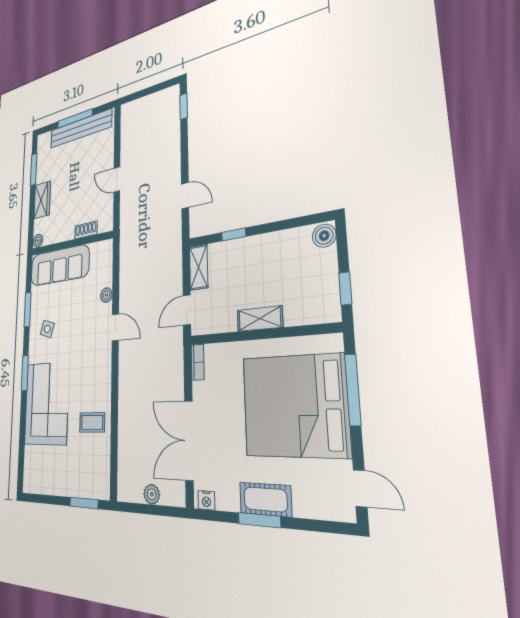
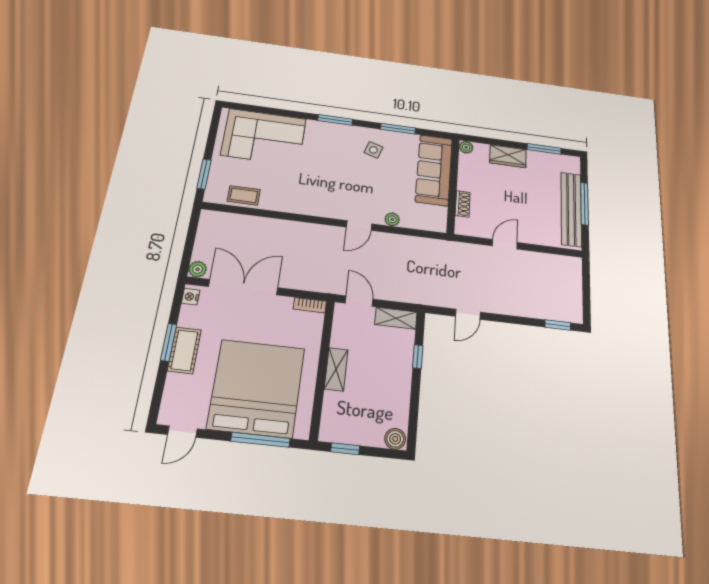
corner sofa: (46, 403) -> (264, 137), moved
coffee table: (92, 422) -> (244, 195), moved, turned 90
plant: (152, 494) -> (198, 269), moved

